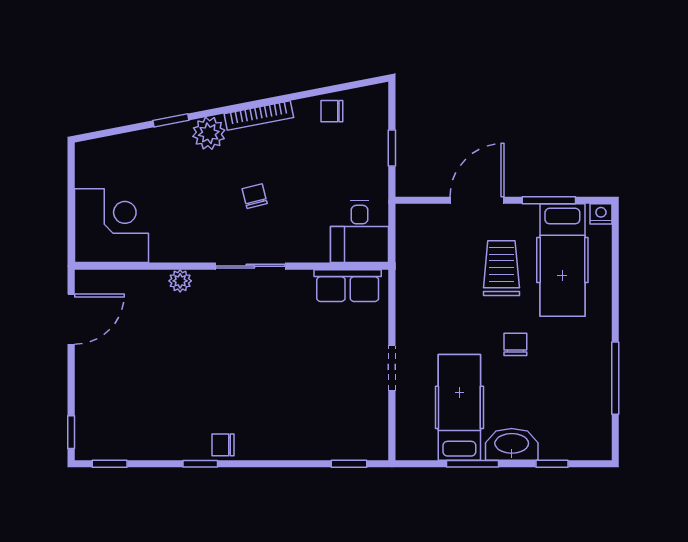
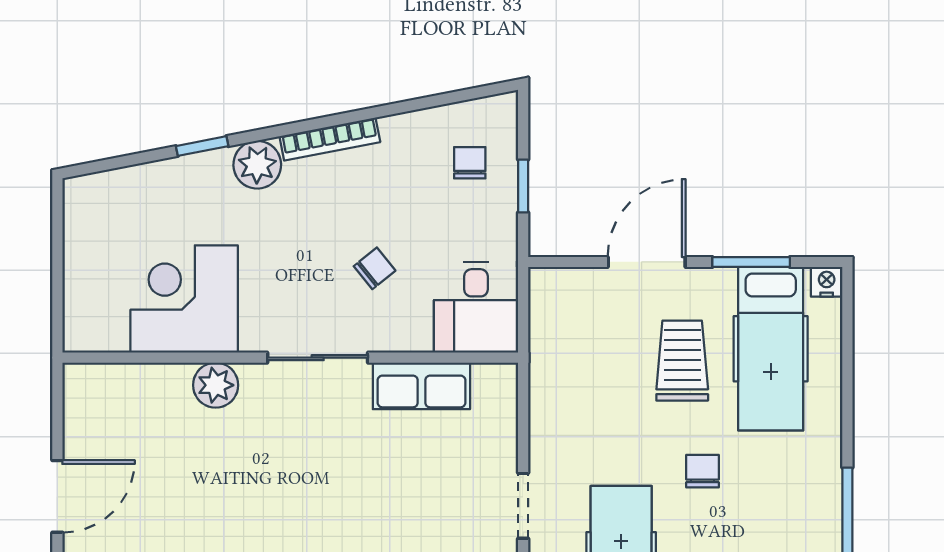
chair: (332, 111) -> (470, 163), moved, turned 90
chair: (255, 196) -> (375, 268), moved, turned 65
corner desk: (111, 226) -> (184, 299), moved, turned -90
plant: (180, 281) -> (216, 385), width x1.38, depth x1.38
row of seats: (348, 286) -> (421, 386), moved
door: (71, 319) -> (57, 496), moved

